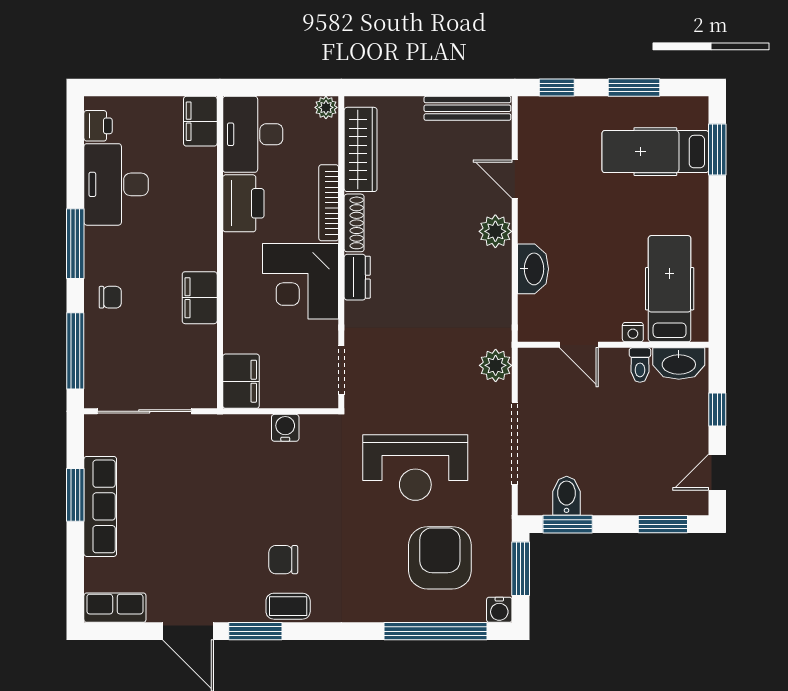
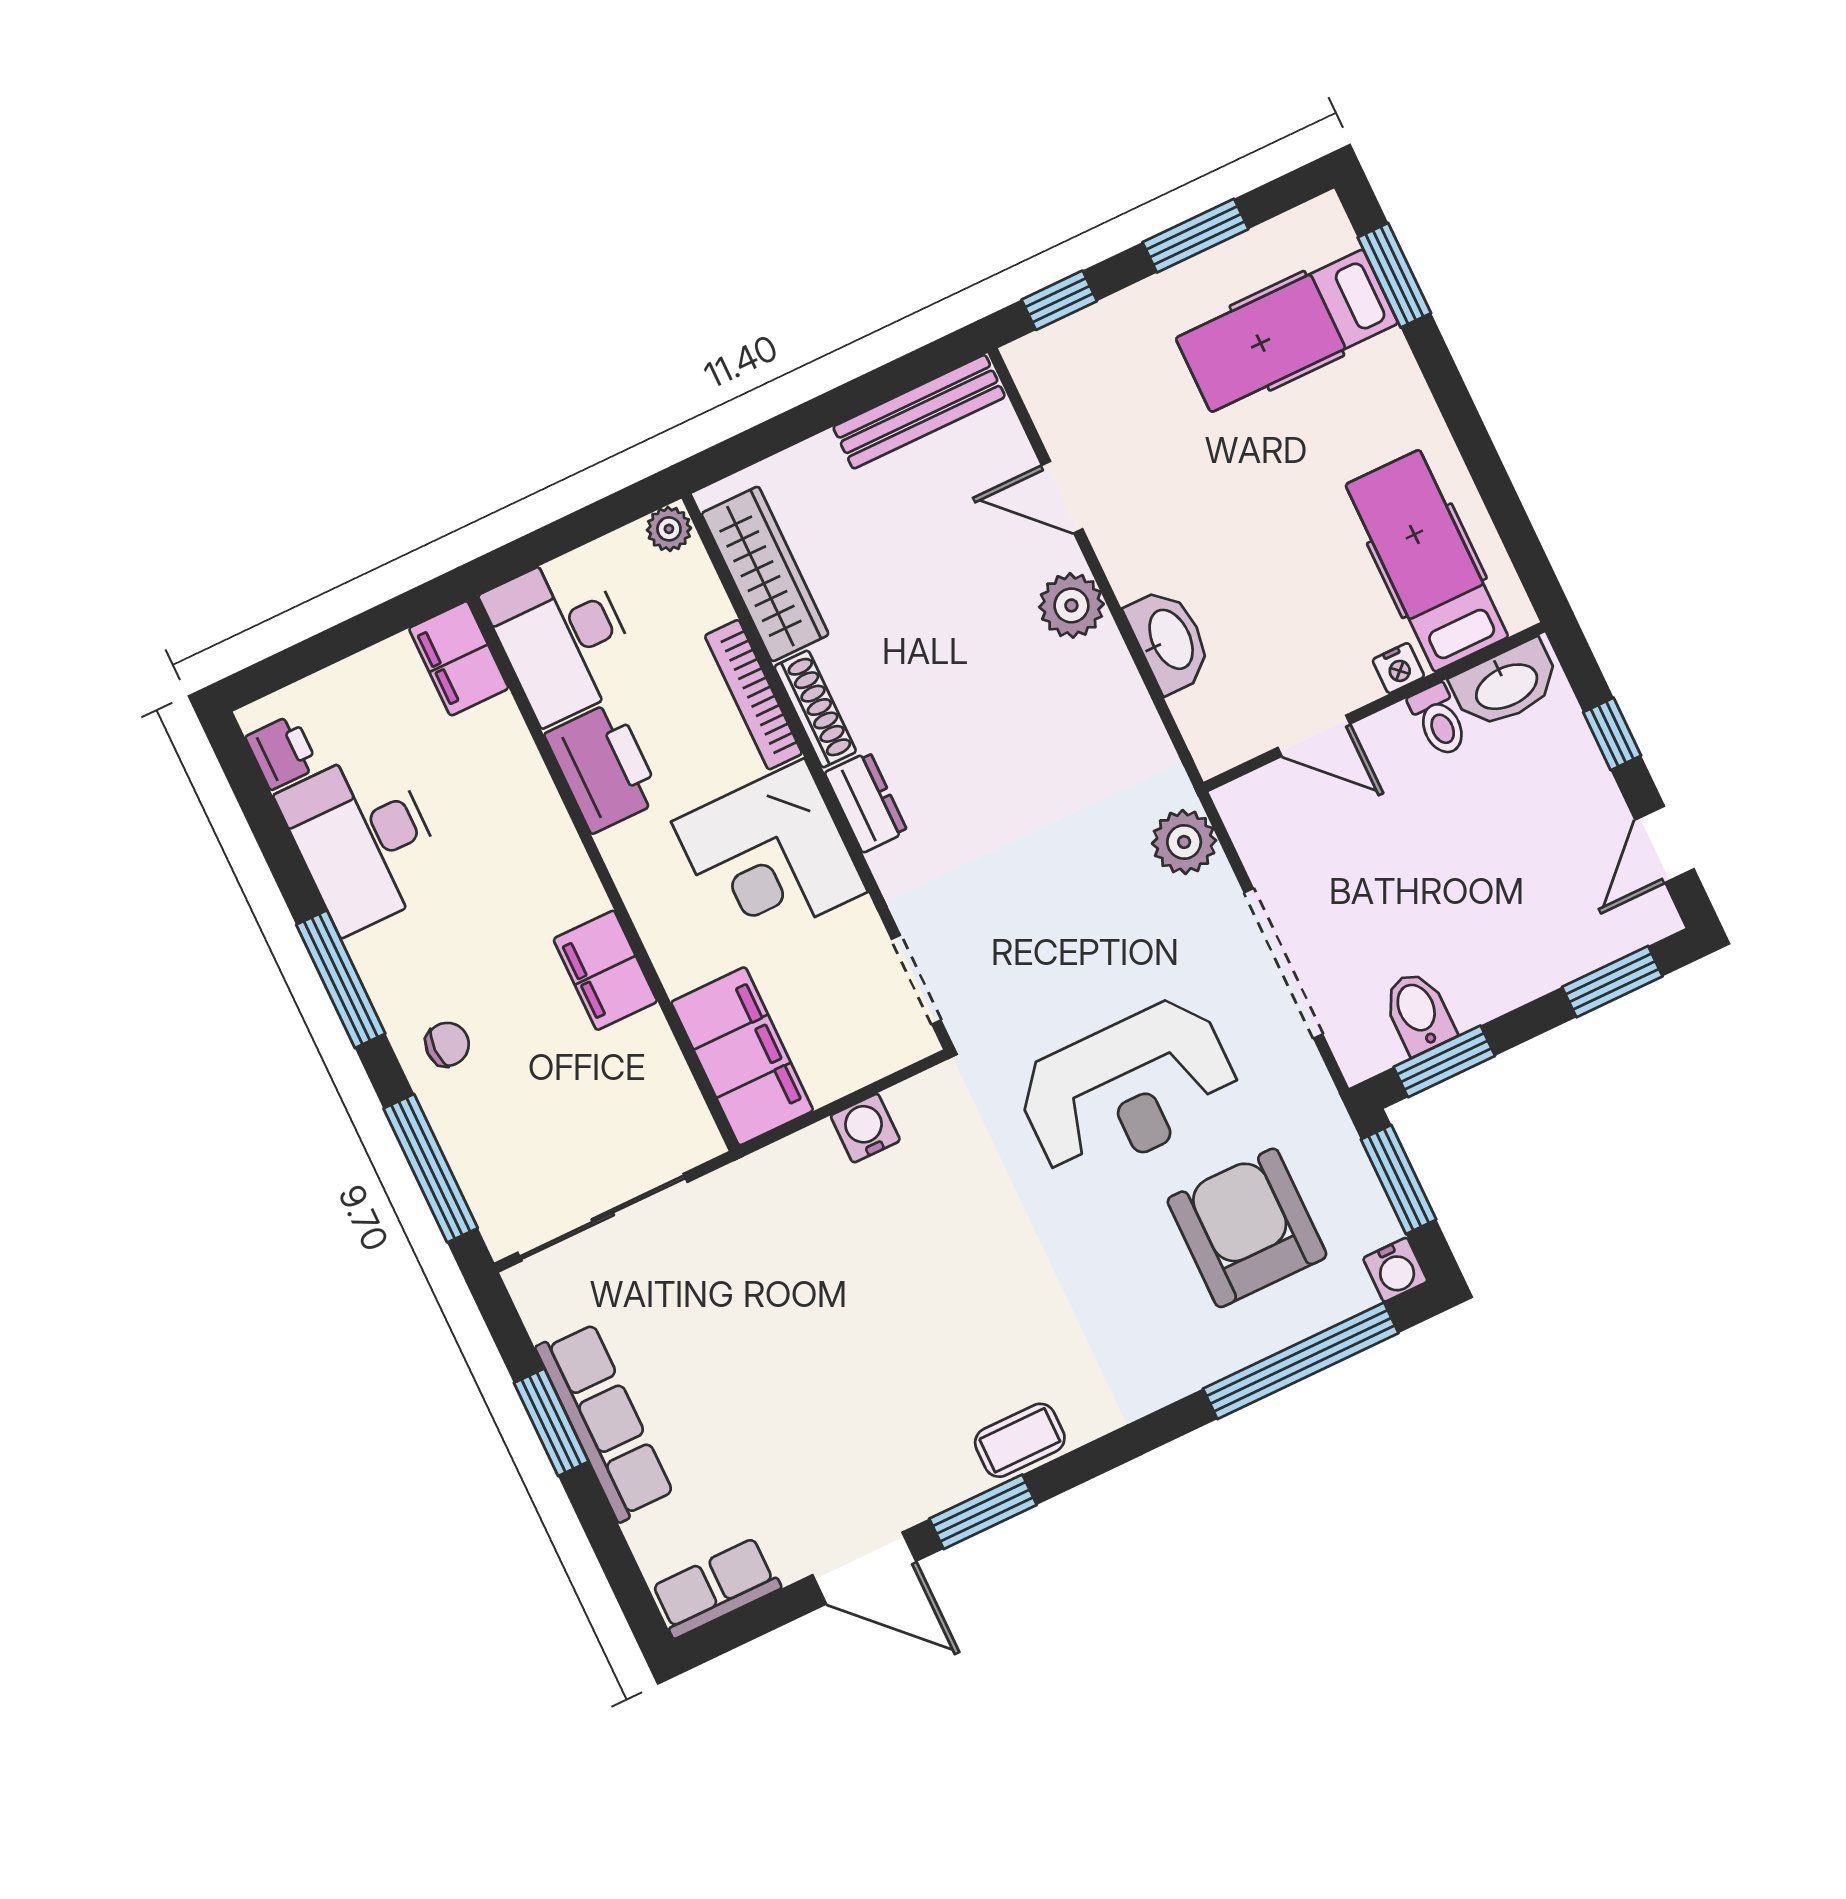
filing cabinet: (241, 381) -> (742, 1056), width x1.50, depth x1.17
chair: (283, 560) -> (972, 1362), removed

